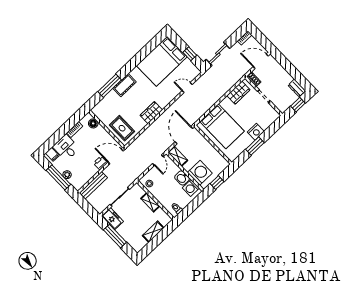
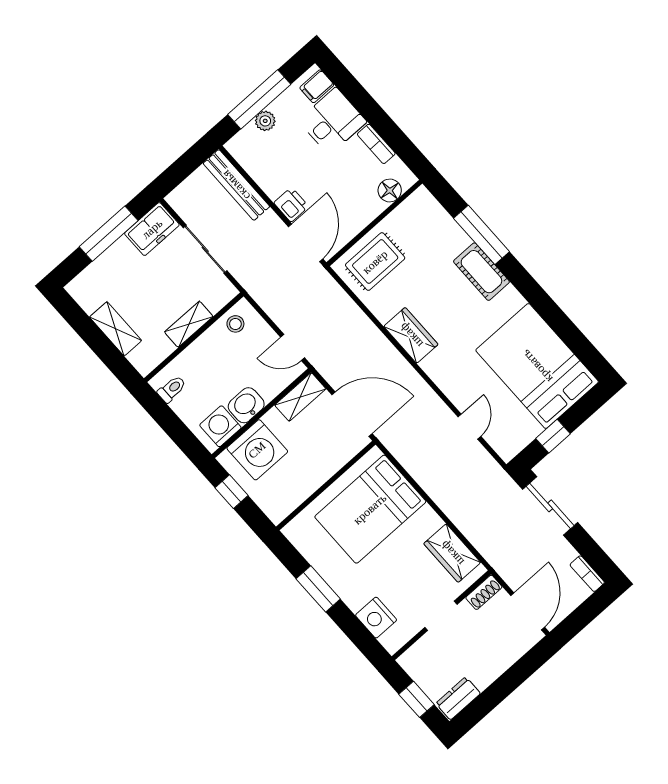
nightstand: (256, 132) -> (376, 618), moved

